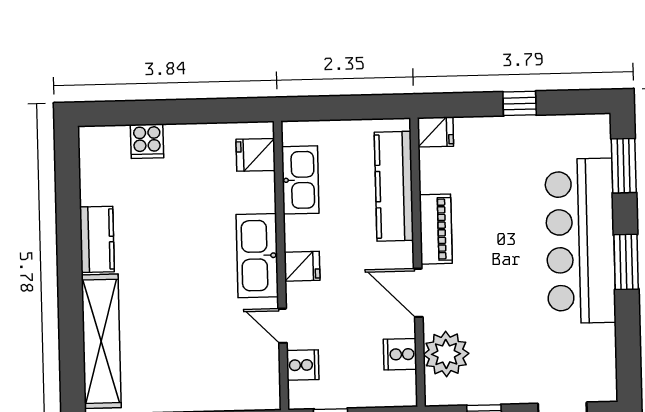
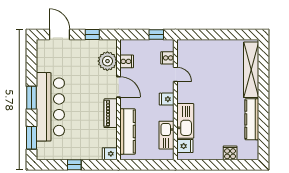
kitchen counter: (97, 239) -> (252, 119), width x1.50
kitchen sink: (257, 256) -> (185, 121), moved

